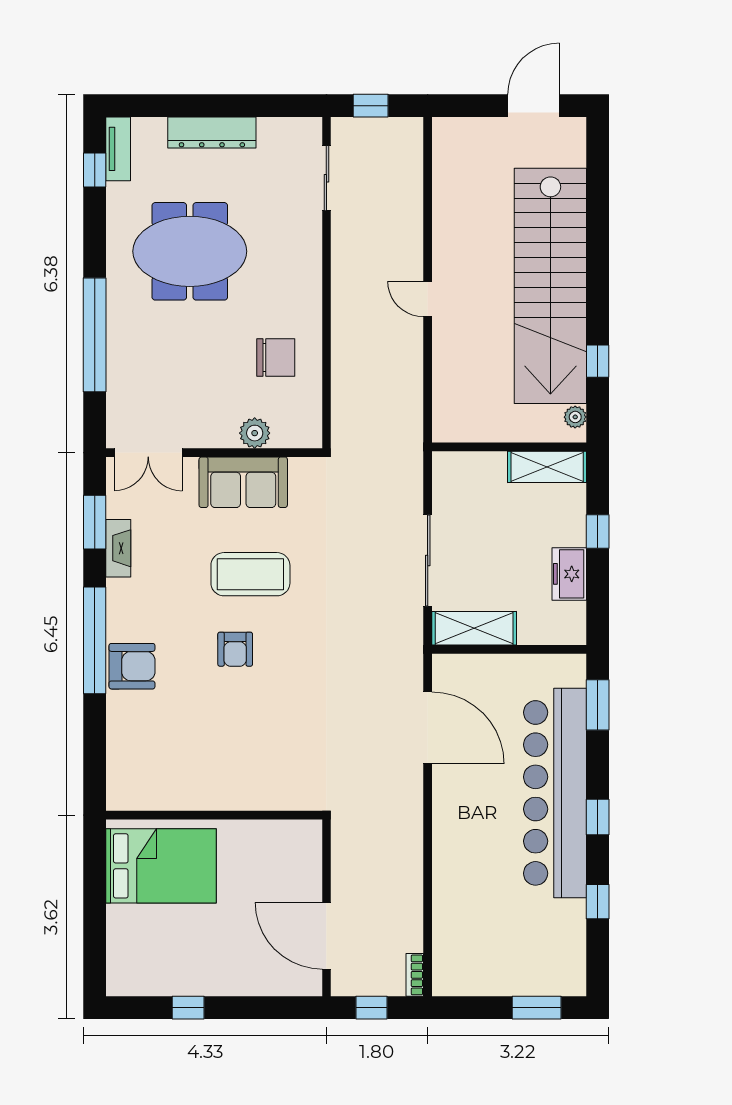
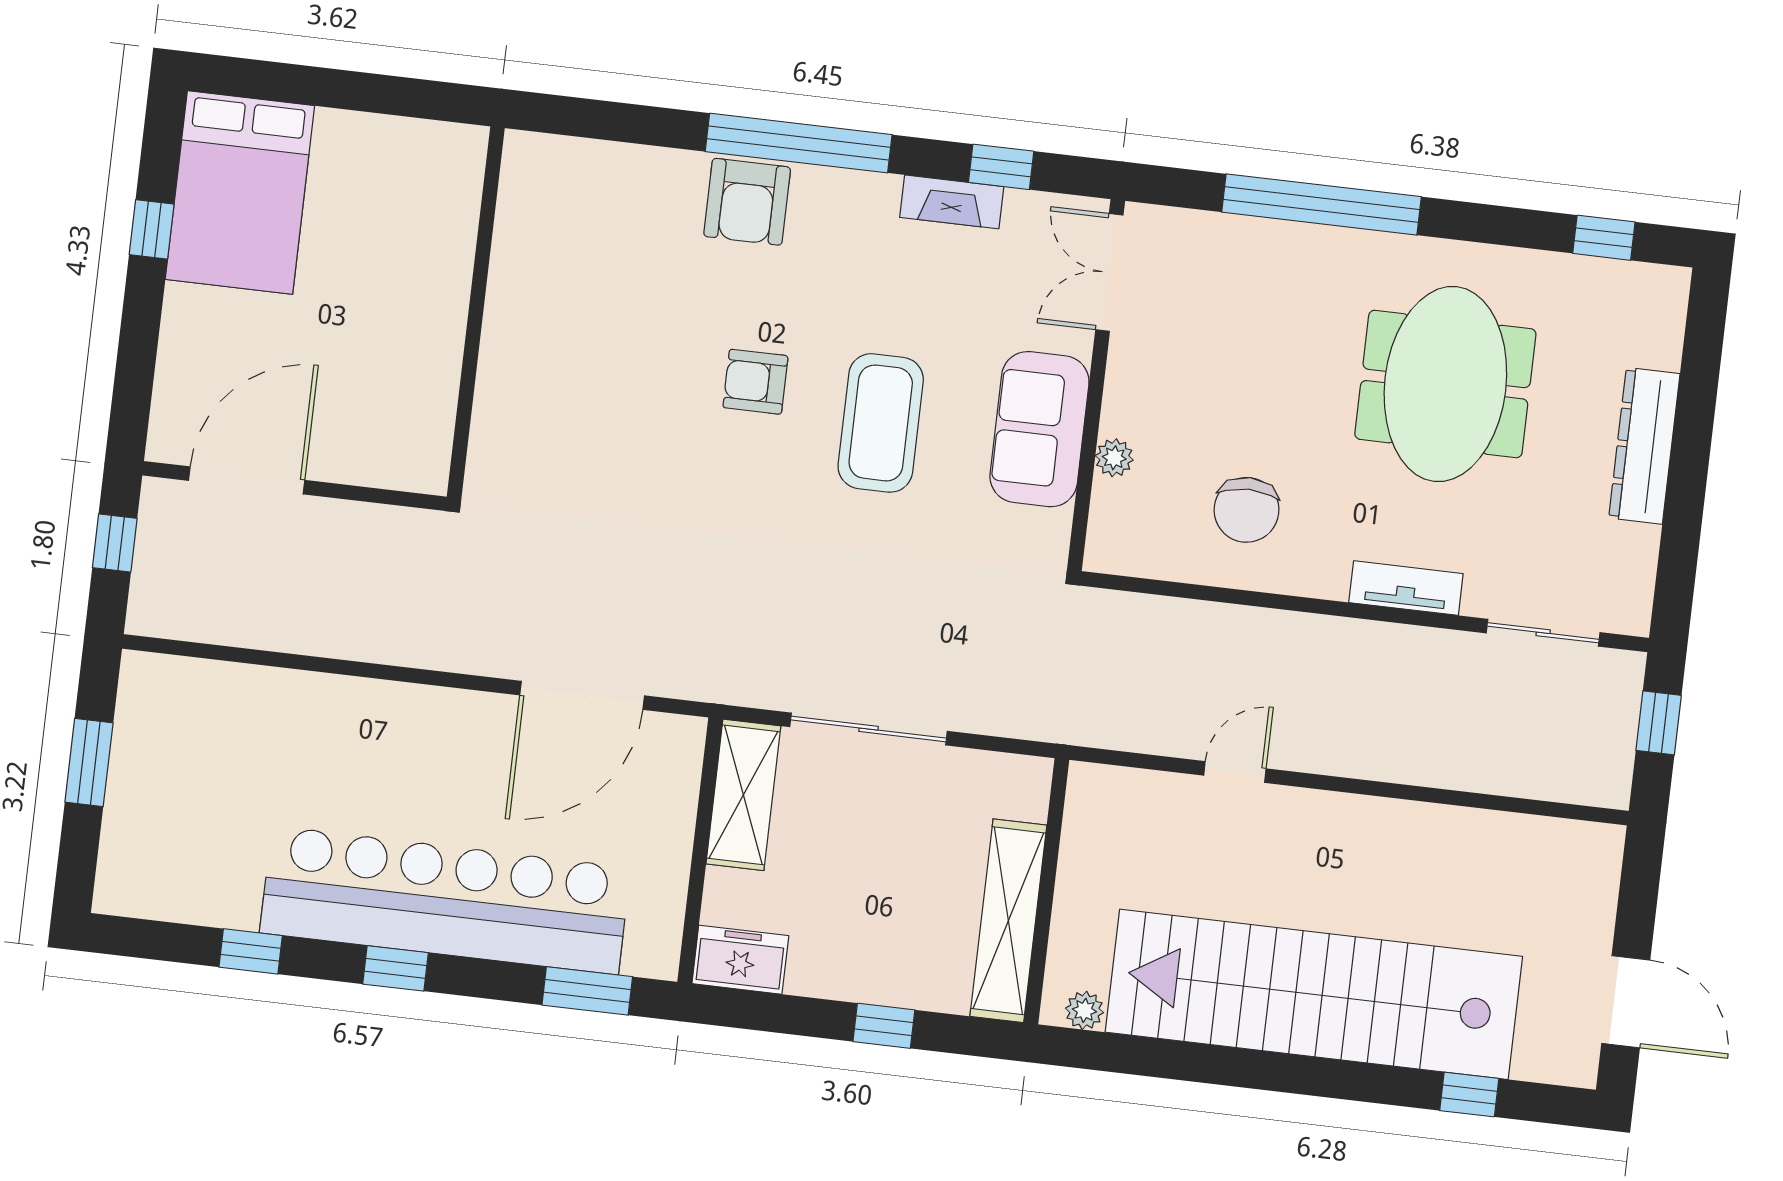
tv unit: (118, 149) -> (1406, 588), moved, turned 180
door: (428, 299) -> (1235, 772), moved
window: (598, 361) -> (1469, 1095), moved
plant: (255, 433) -> (1114, 458), width x0.73, depth x0.73
shelving: (547, 467) -> (1008, 921), width x1.47
window: (95, 522) -> (1001, 167), width x0.67
freezer: (569, 574) -> (740, 960), moved
bed: (161, 866) -> (240, 193), moved
bookcase: (415, 975) -> (162, 624), removed
window: (537, 1008) -> (89, 762), moved

